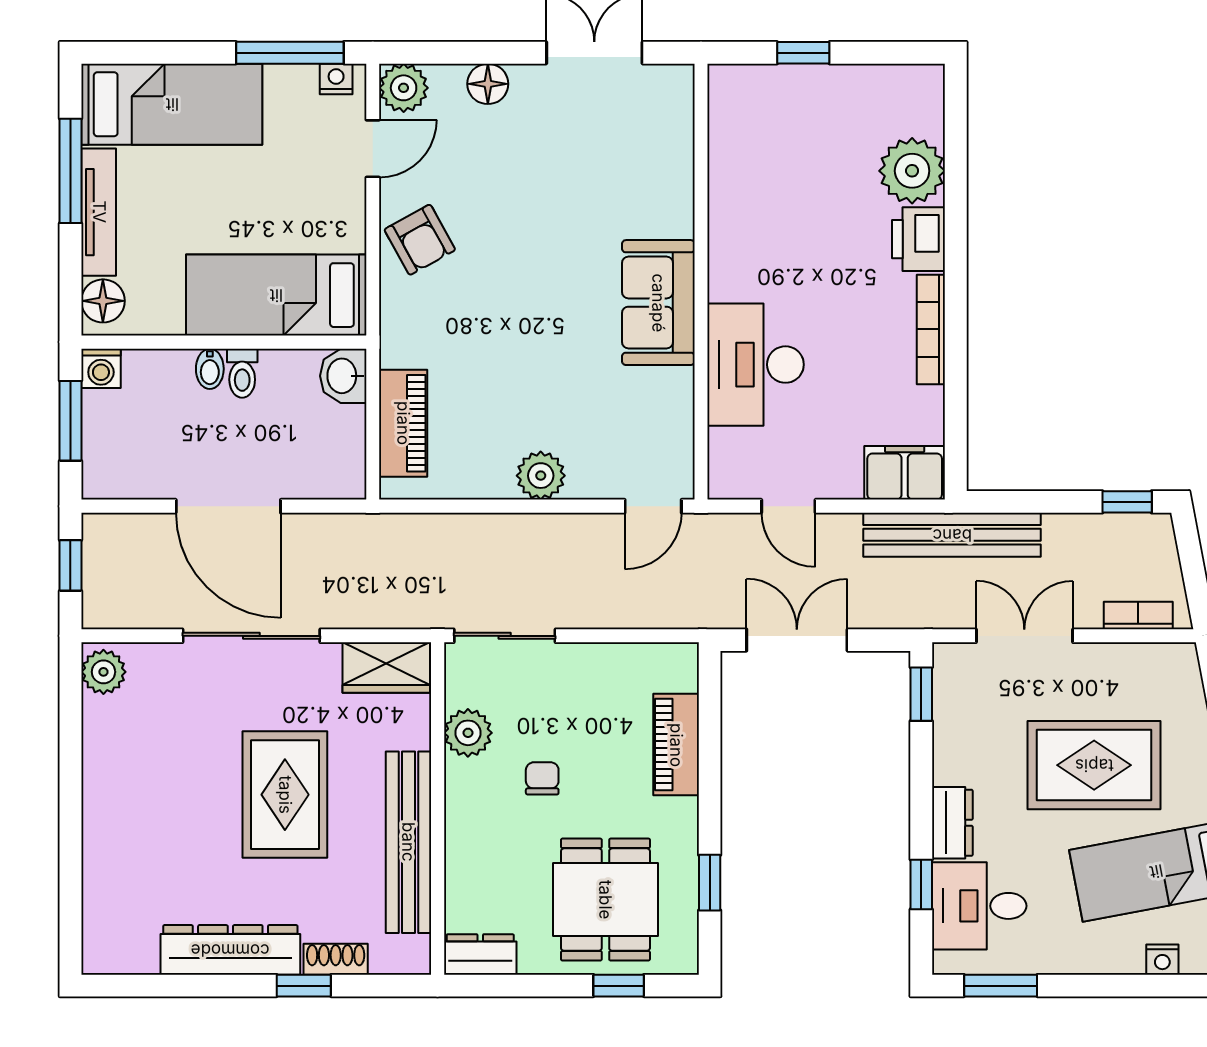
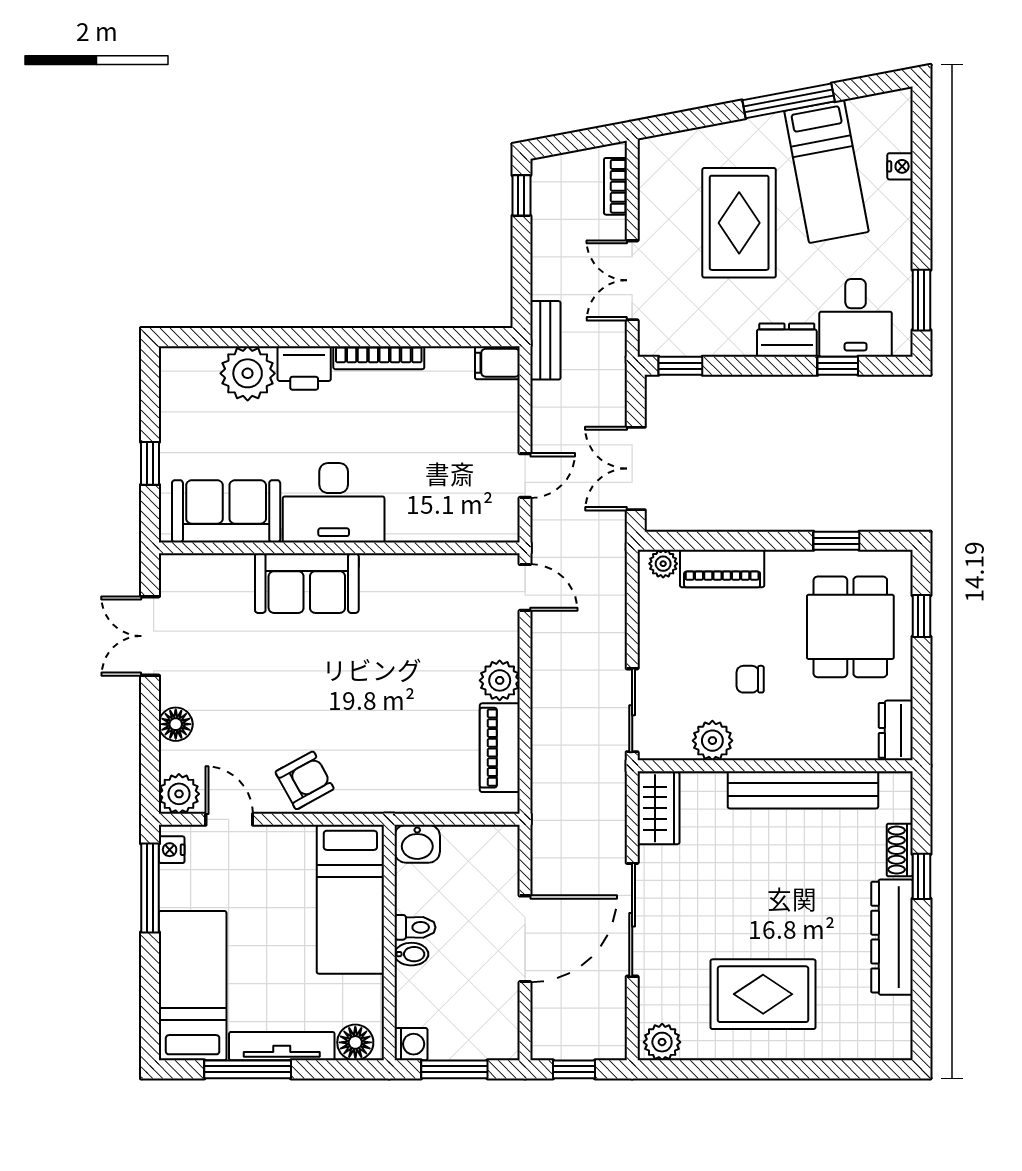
sofa: (745, 145) -> (226, 511), added
sofa: (658, 303) -> (307, 583), moved
desk: (756, 365) -> (334, 503), moved
piano: (403, 423) -> (500, 748), moved, turned -90
filing cabinet: (905, 473) -> (497, 363), width x0.50
bench: (952, 535) -> (545, 340), width x0.54, depth x0.82
plant: (682, 673) -> (663, 564), added
rug: (285, 795) -> (763, 994), moved
dining table: (605, 900) -> (850, 627), turned 90

